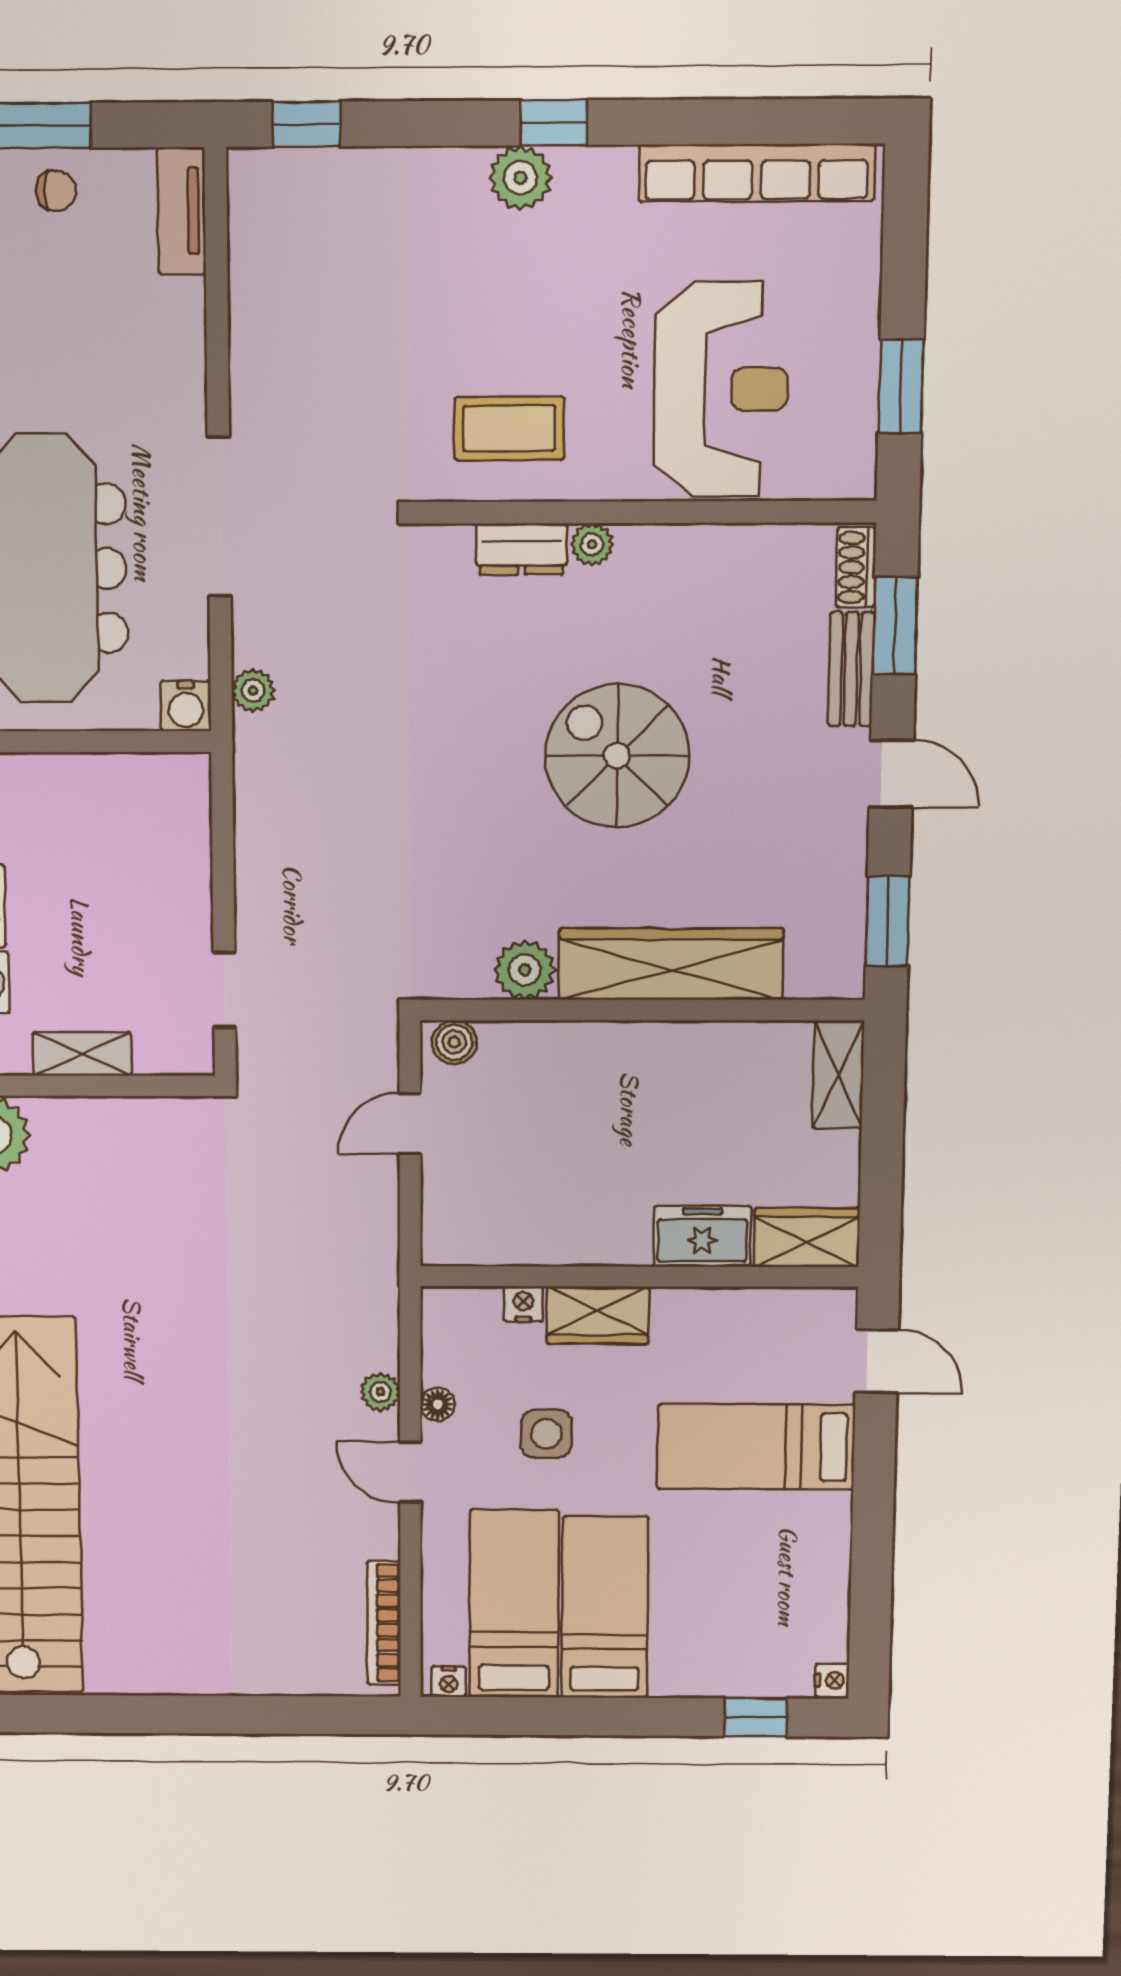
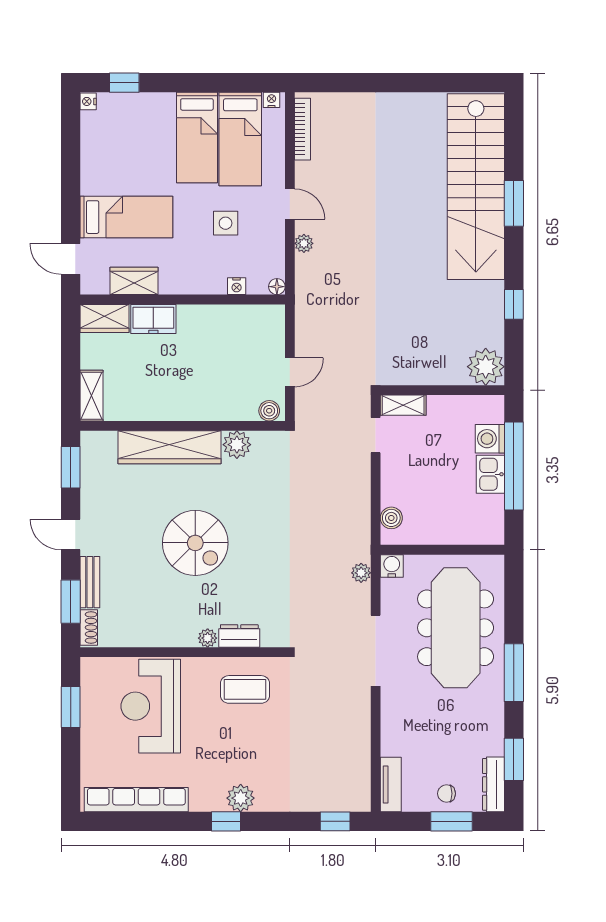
boiler: (188, 811) -> (391, 518), added
shelving: (82, 1054) -> (403, 405), moved
wardrobe: (598, 1315) -> (134, 281), moved
floor lamp: (438, 1404) -> (277, 287), moved

